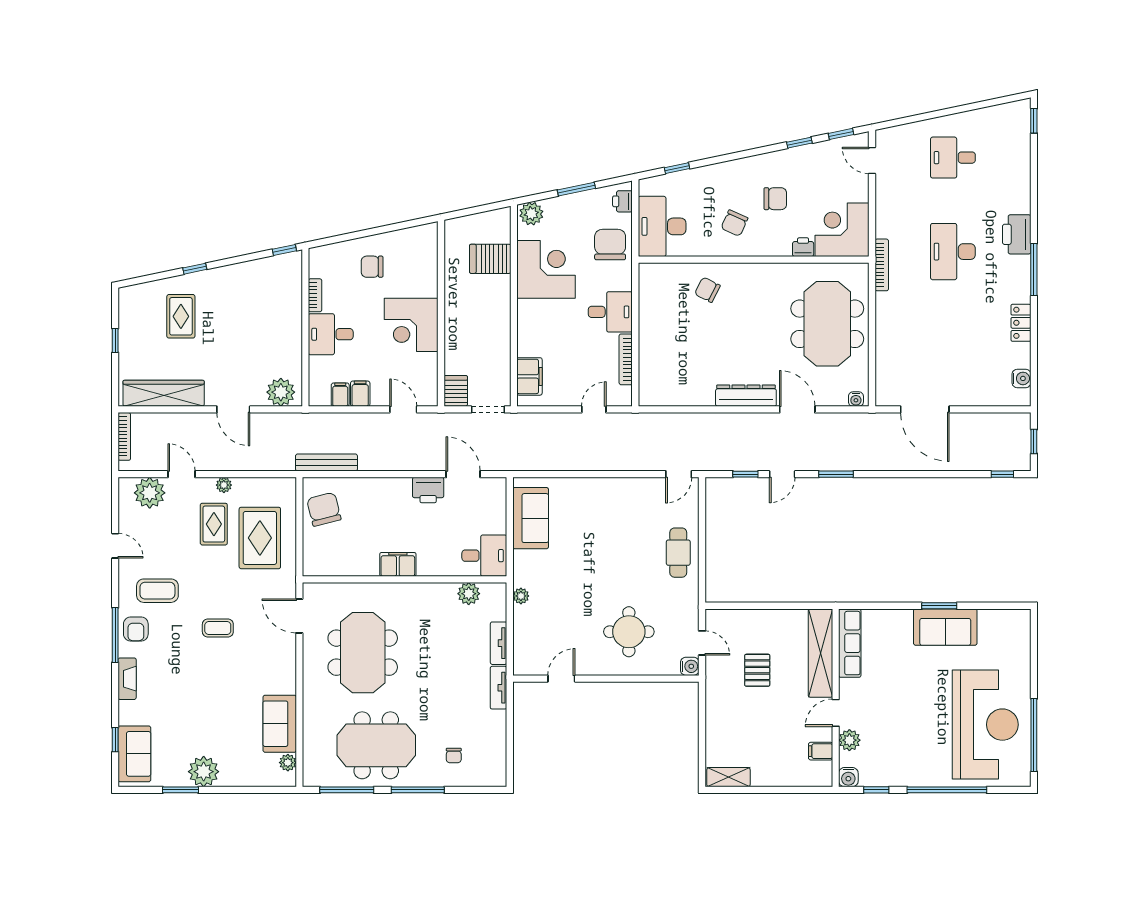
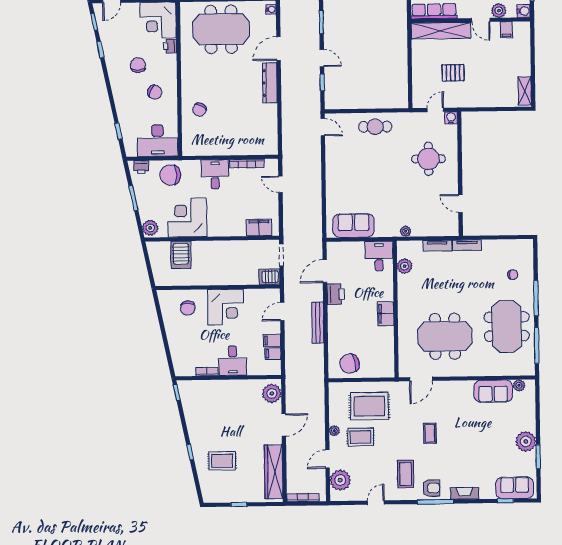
chair: (372, 267) -> (188, 308), moved
bench: (326, 463) -> (318, 323), moved

